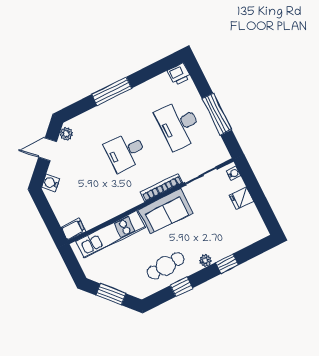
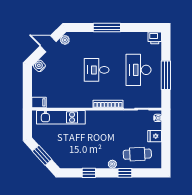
sofa: (166, 211) -> (103, 120), removed
cafe table: (166, 266) -> (137, 154), moved

